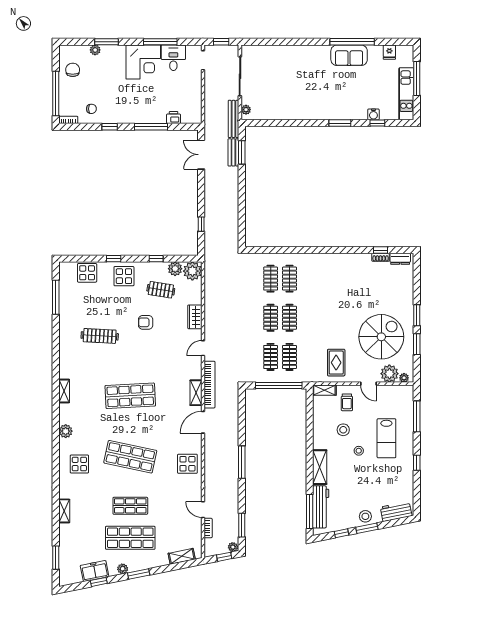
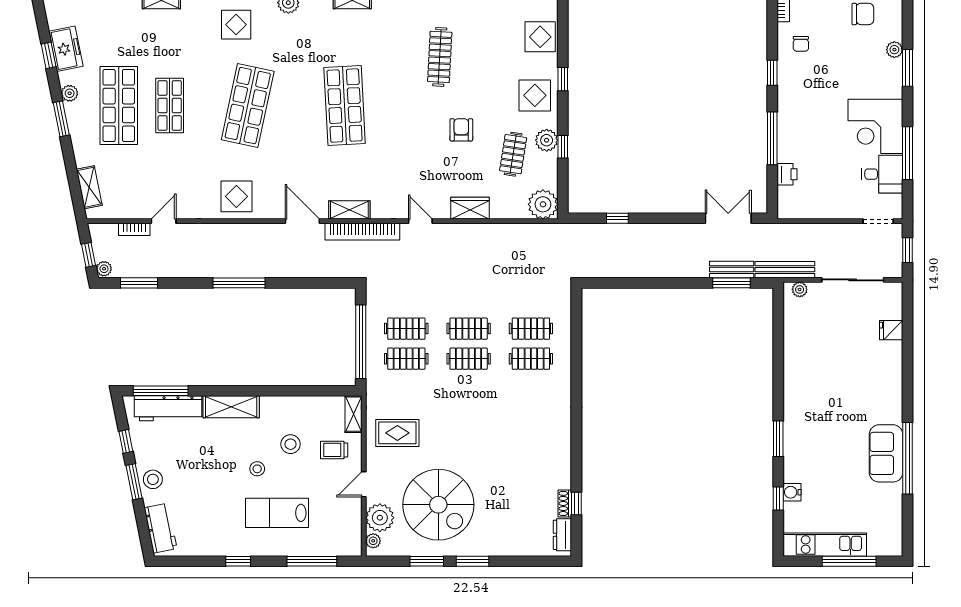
fridge: (389, 52) -> (891, 330), moved
plant: (175, 269) -> (547, 140), moved

